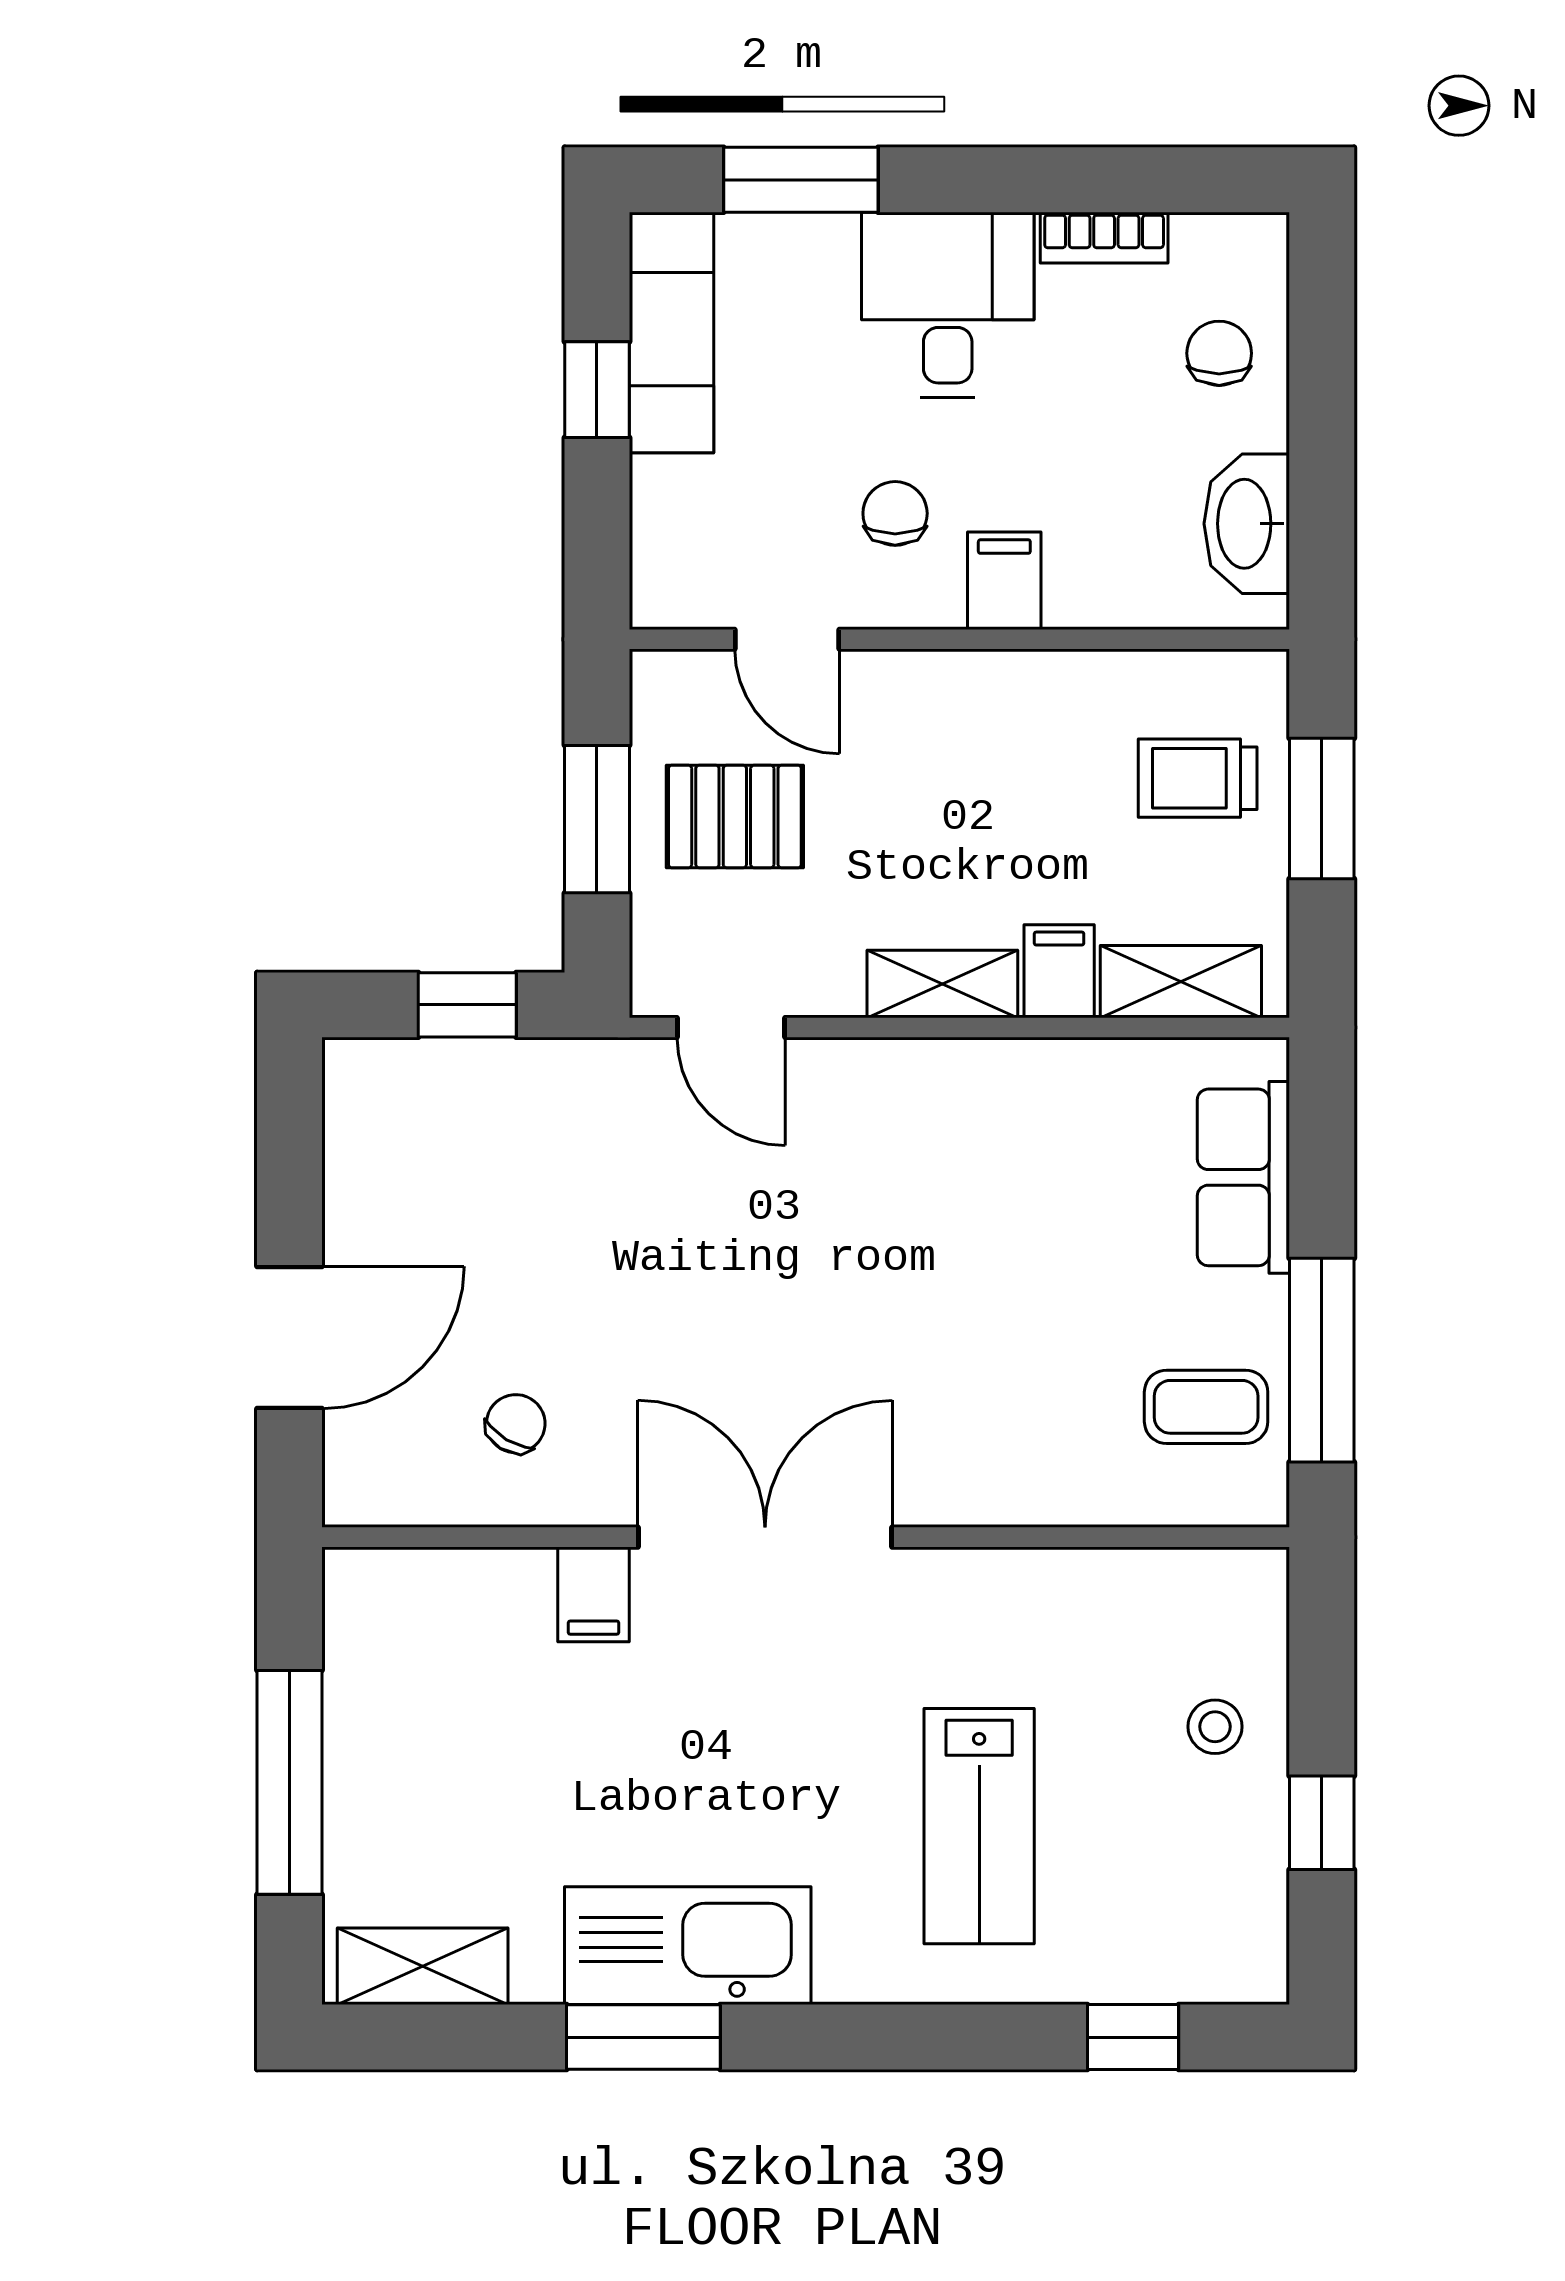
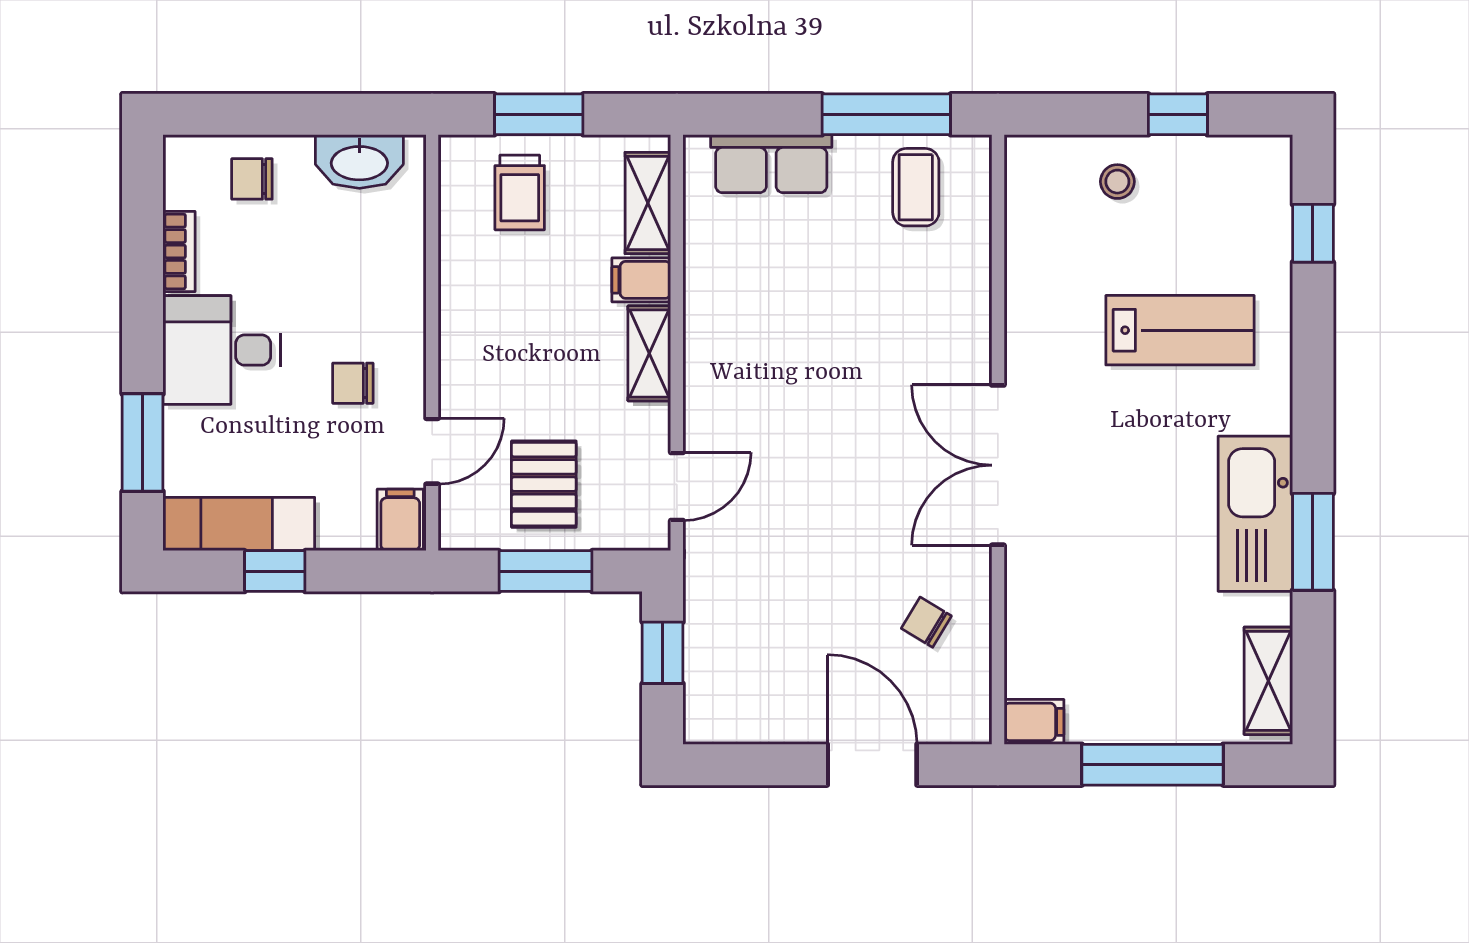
filing cabinet: (1004, 581) -> (400, 520), moved, turned 90
filing cabinet: (593, 1594) -> (1034, 722), moved

